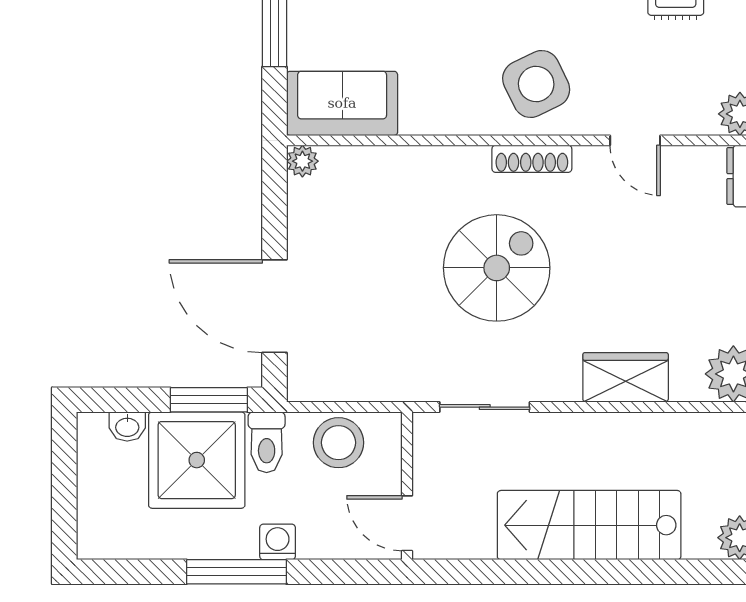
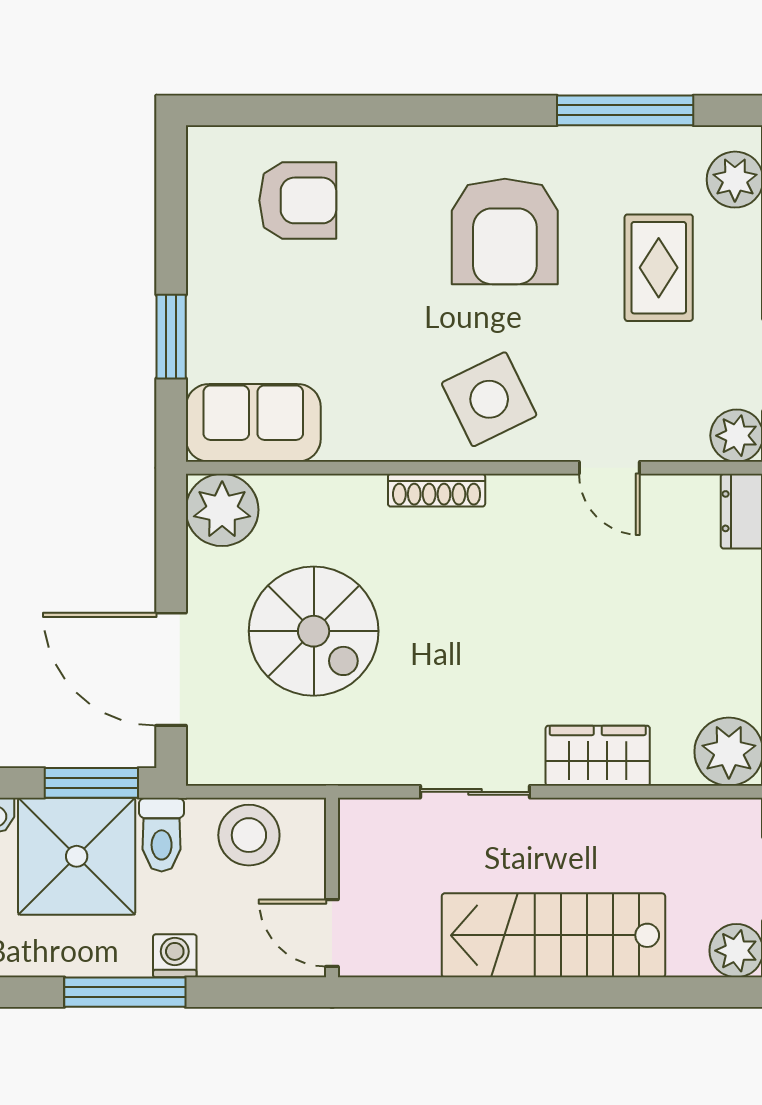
shoe rack: (532, 159) -> (437, 490), moved
plant: (302, 161) -> (222, 510), width x1.88, depth x1.88
spiral stairs: (497, 268) -> (314, 631), moved, turned 90
sliding door: (485, 407) -> (475, 792), moved

